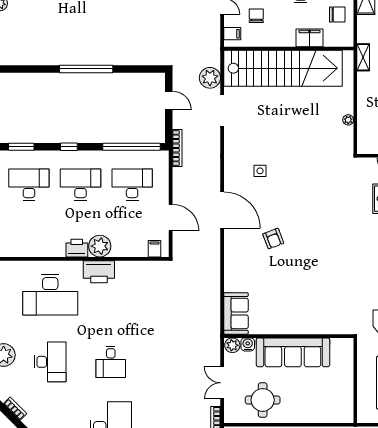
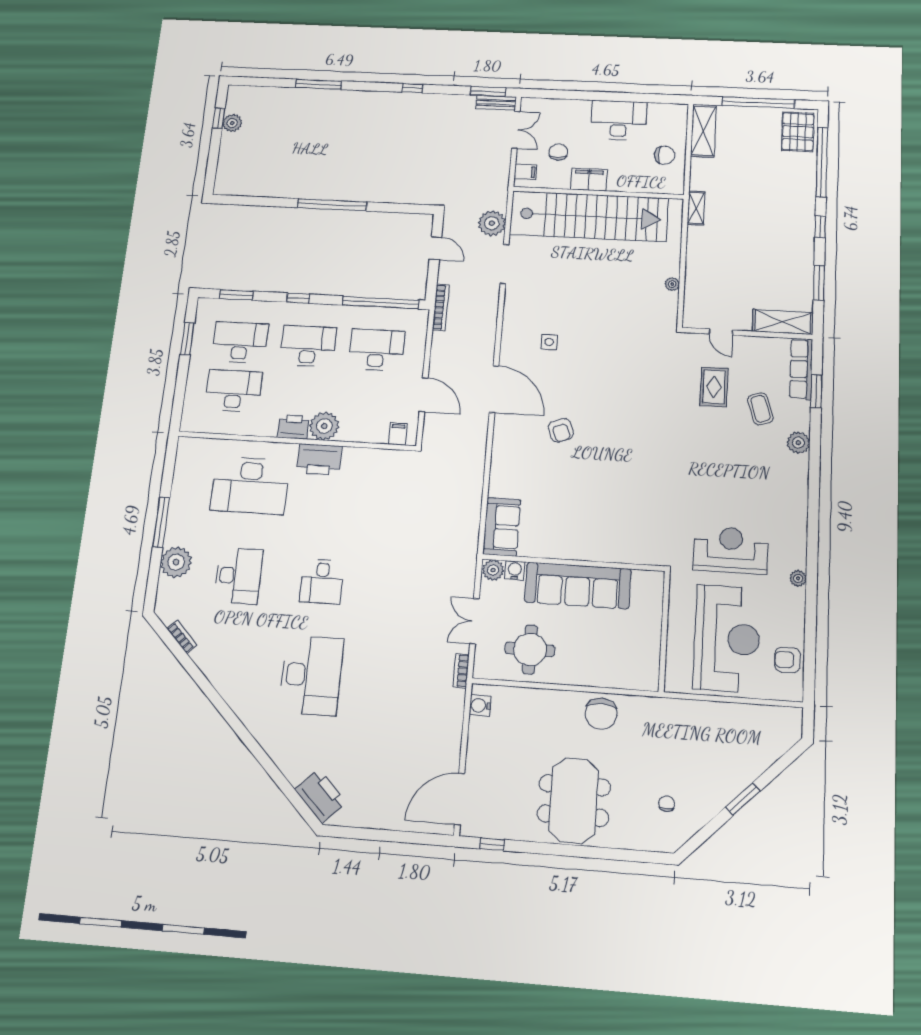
filing cabinet: (310, 38) -> (589, 180), moved
desk: (29, 223) -> (234, 391), added

